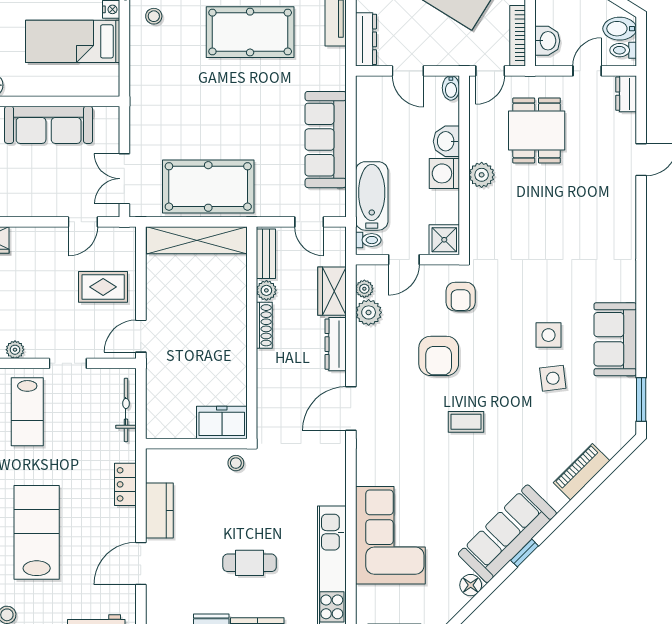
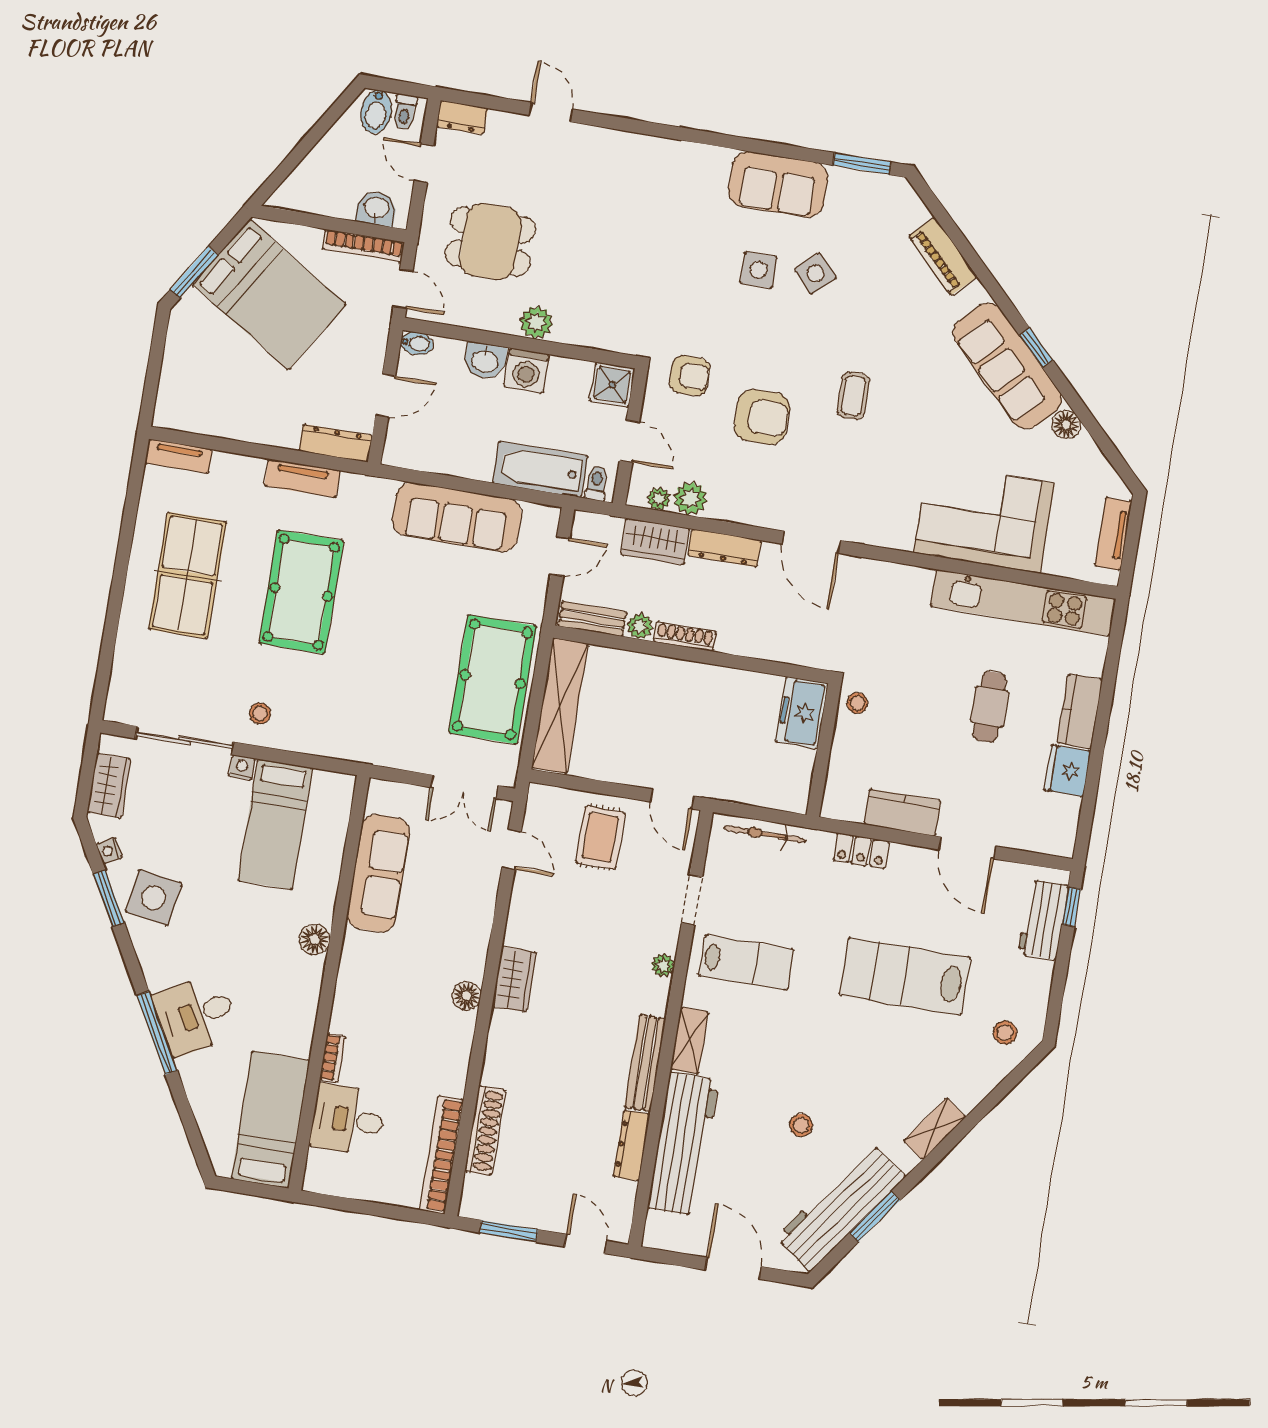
side table: (553, 378) -> (815, 274), turned -36

